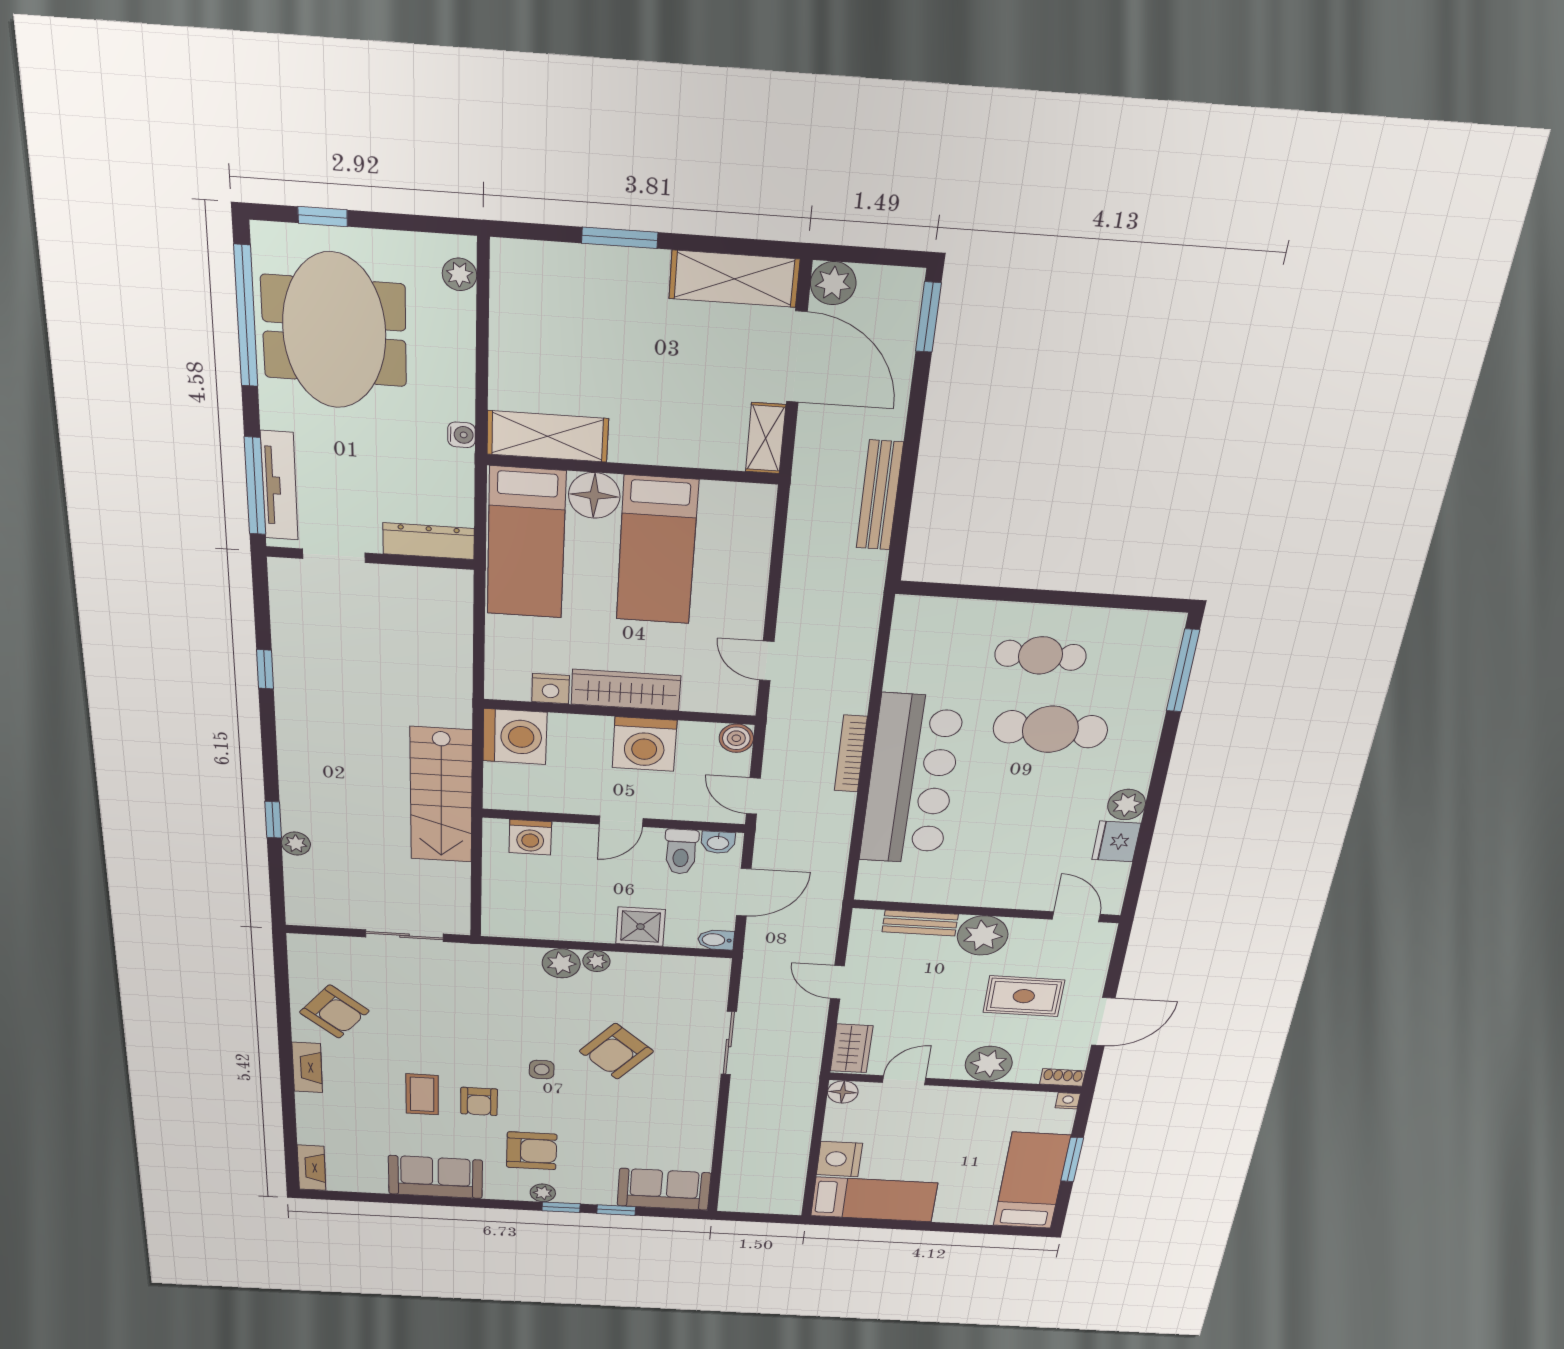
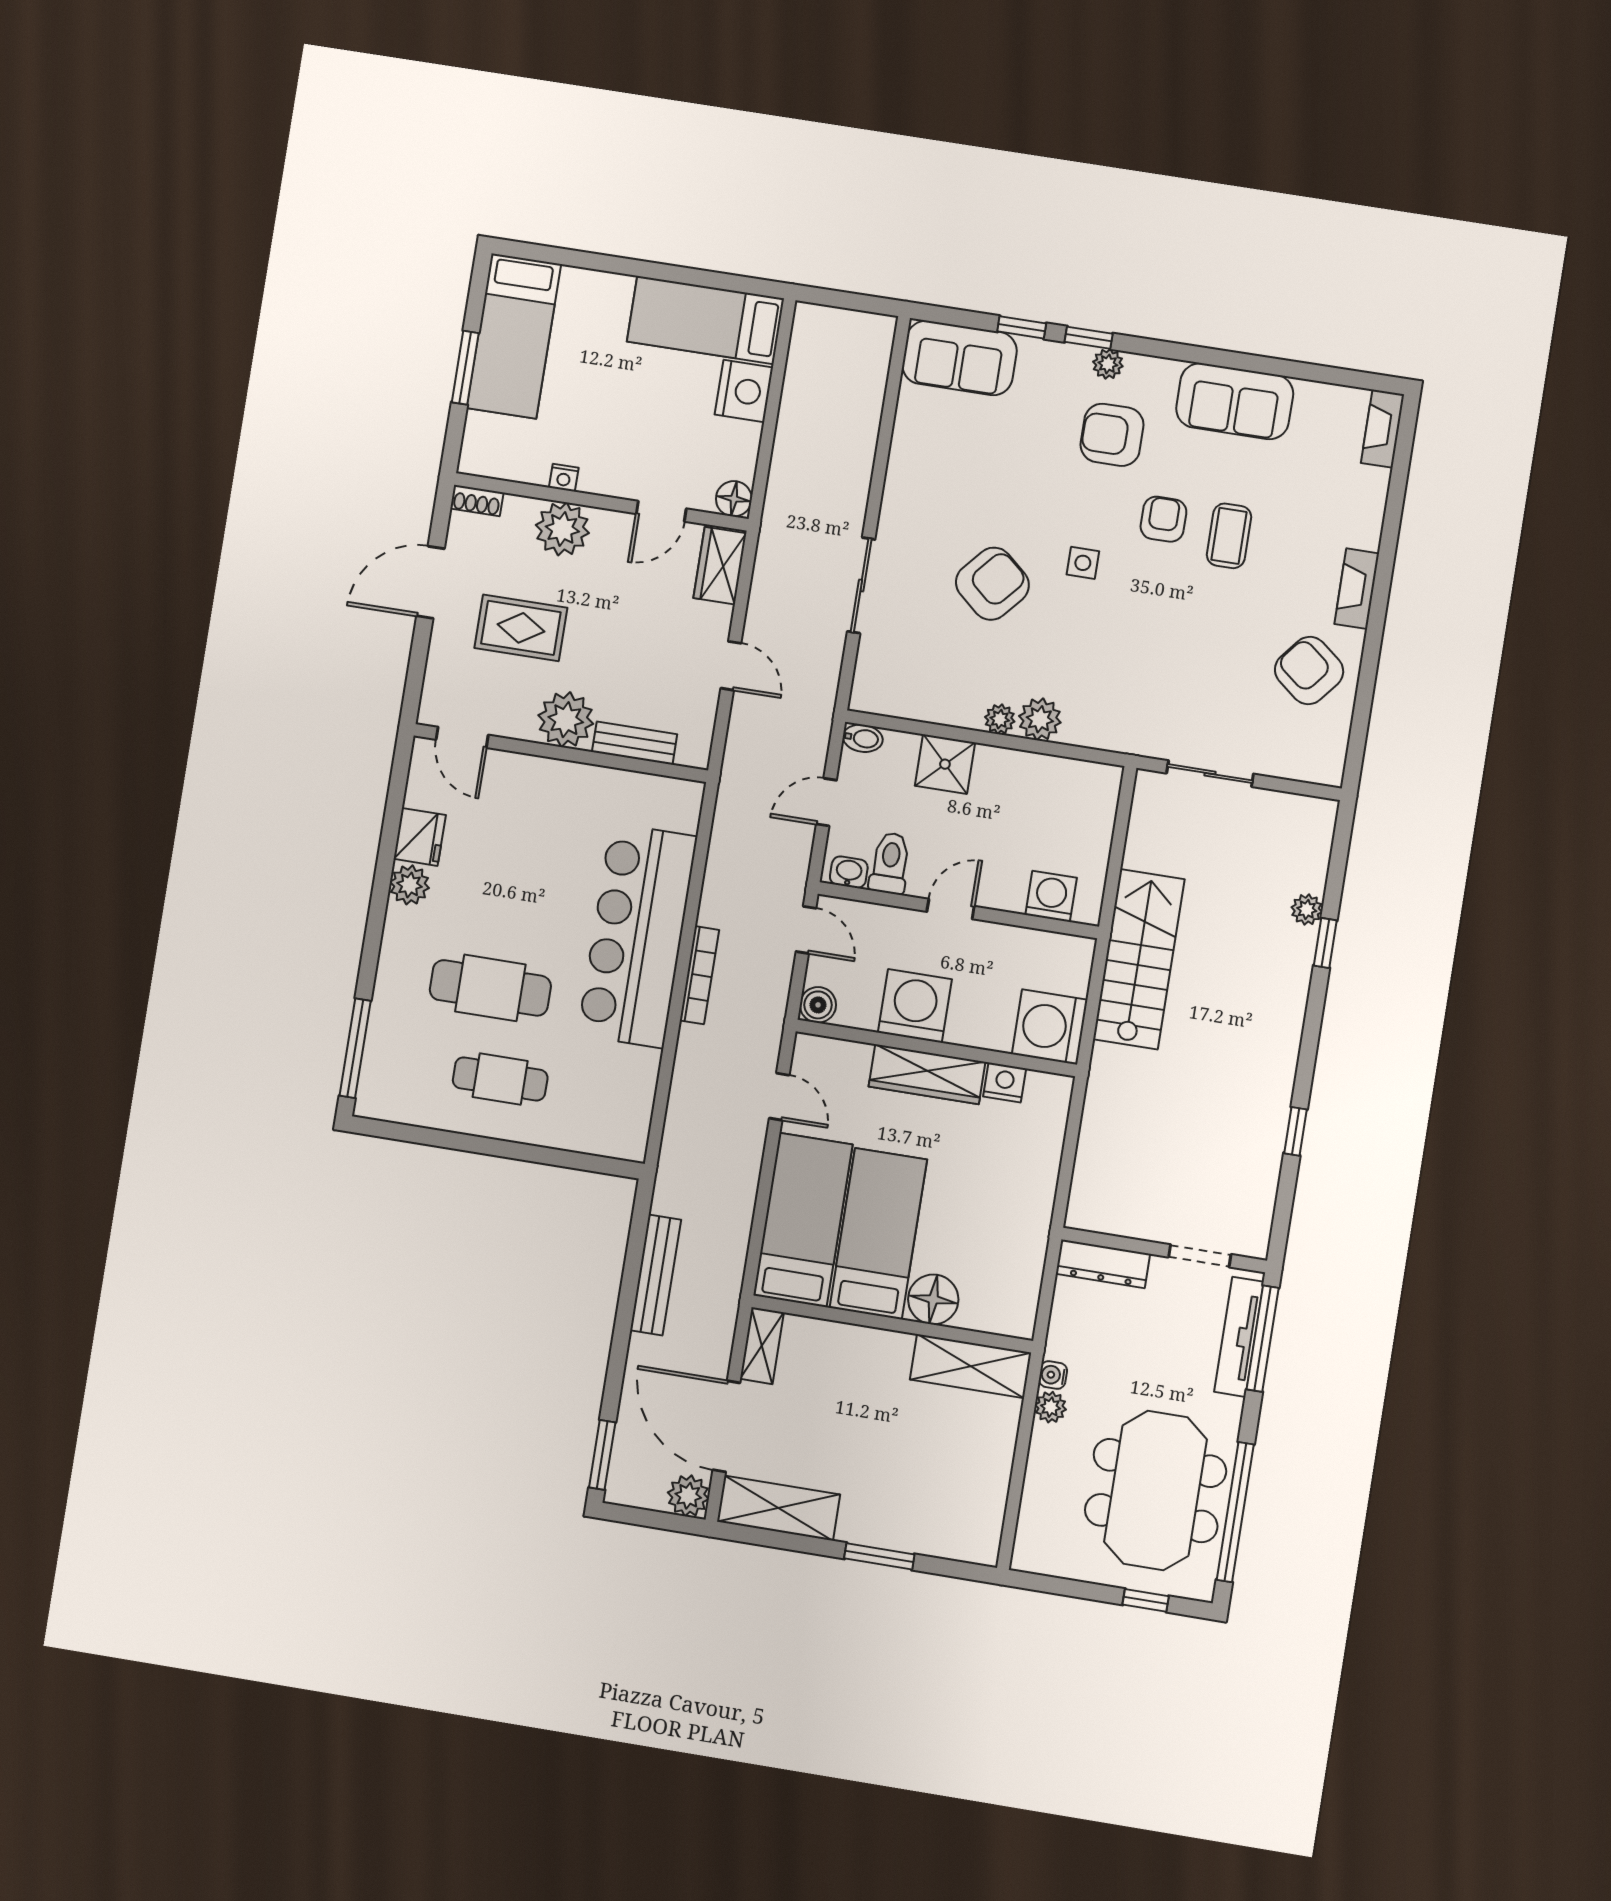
plant: (459, 274) -> (1051, 1407), moved
bed: (526, 543) -> (803, 1220), moved
door: (744, 892) -> (826, 802), width x0.73
nightstand: (1068, 1101) -> (564, 478), moved

